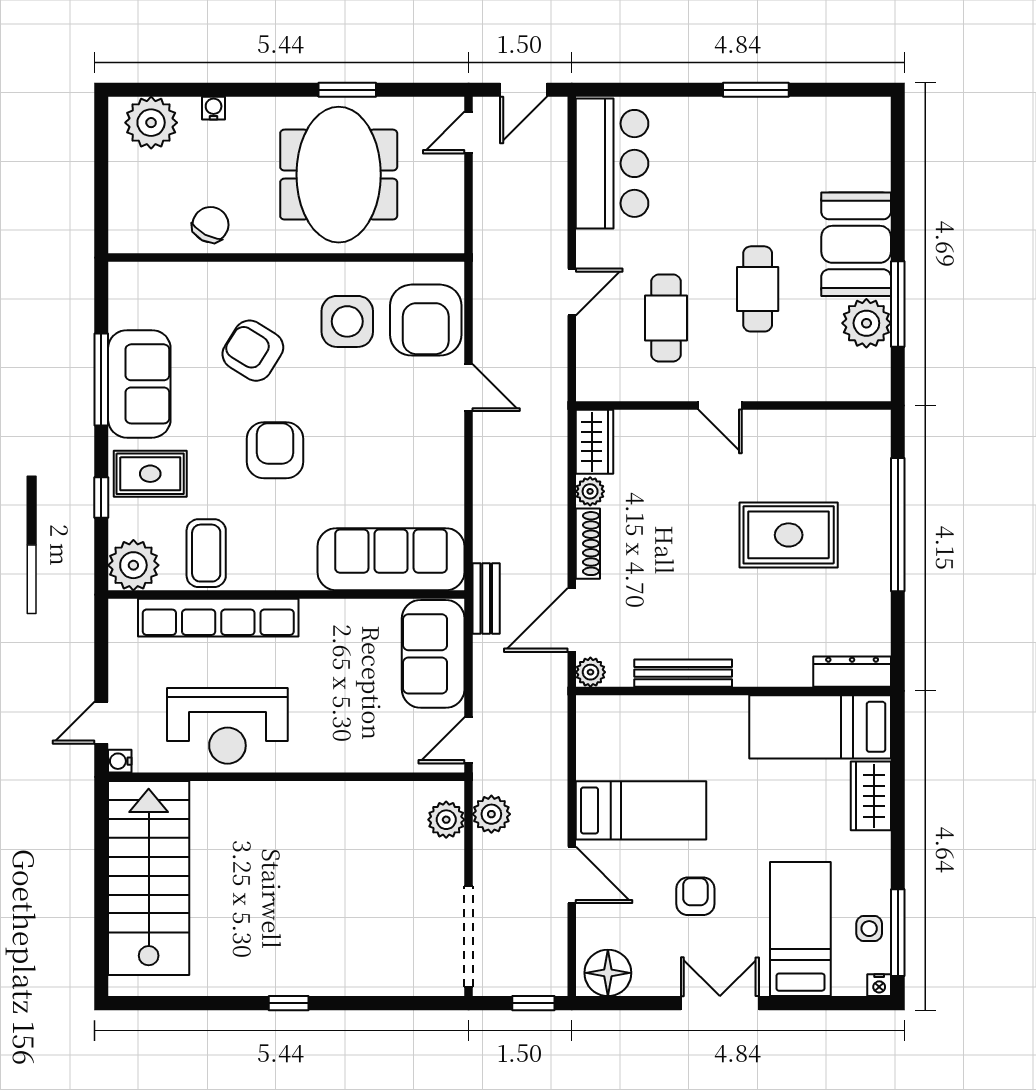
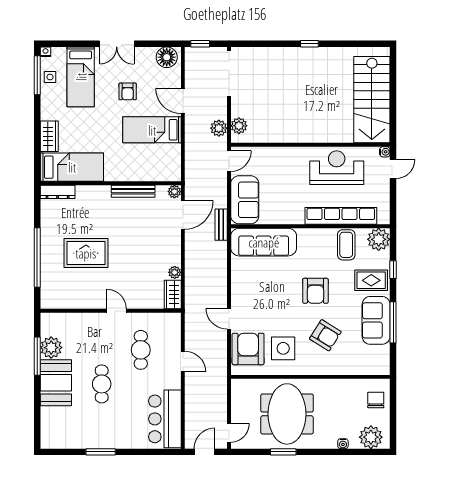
chair: (210, 225) -> (376, 400), moved, turned 152
cafe table: (758, 289) -> (102, 384), moved
door: (572, 292) -> (183, 361), swing flipped
shoe rack: (588, 544) -> (176, 249), removed

